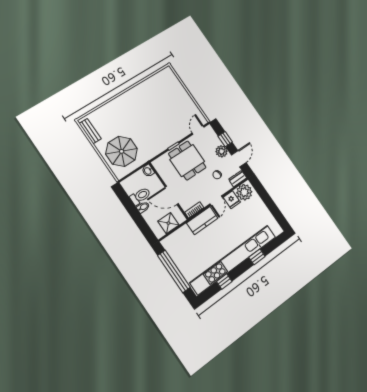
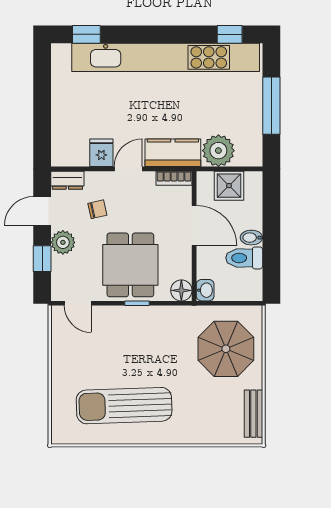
sun lounger: (149, 100) -> (124, 406), added
door: (198, 130) -> (78, 303), hinge flipped
floor lamp: (158, 164) -> (181, 290), added
plant: (244, 192) -> (218, 151), moved
window: (257, 257) -> (86, 34), moved
window: (174, 271) -> (271, 106), width x0.68
window: (224, 281) -> (230, 34), moved

